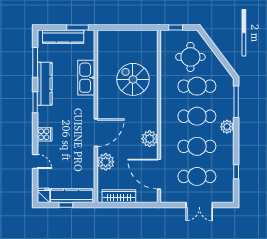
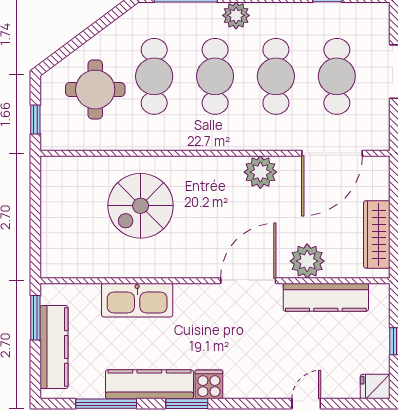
door: (96, 133) -> (248, 281), hinge flipped
cooker: (45, 134) -> (209, 384), moved
kitchen counter: (72, 196) -> (326, 297), moved, turned -90

